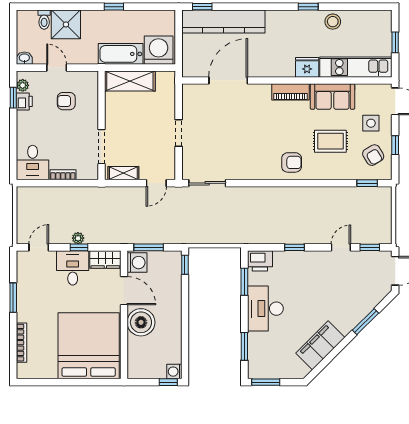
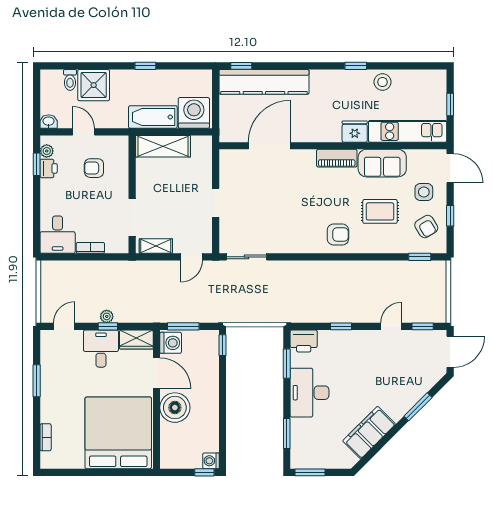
bookcase: (22, 343) -> (46, 437), width x0.64

